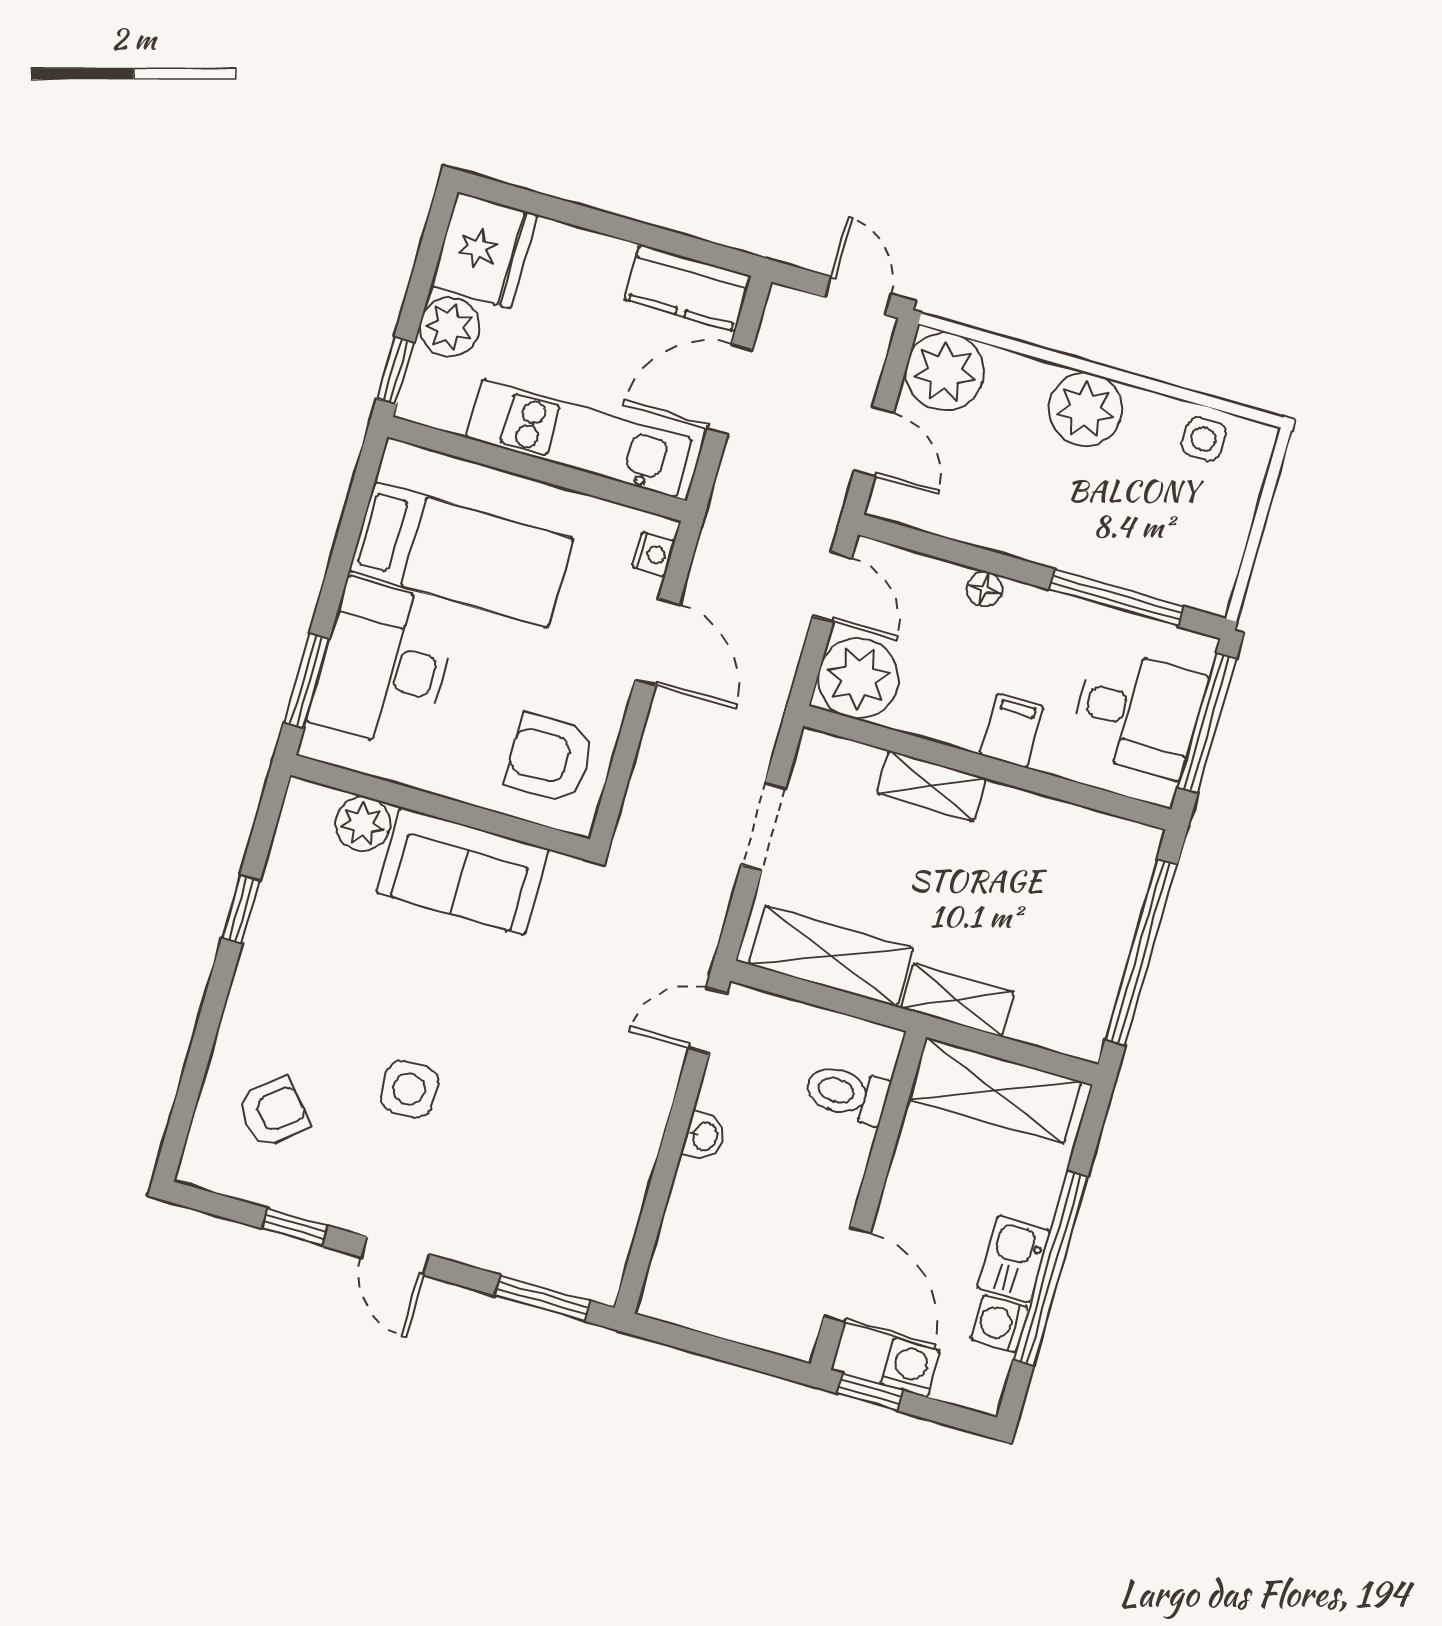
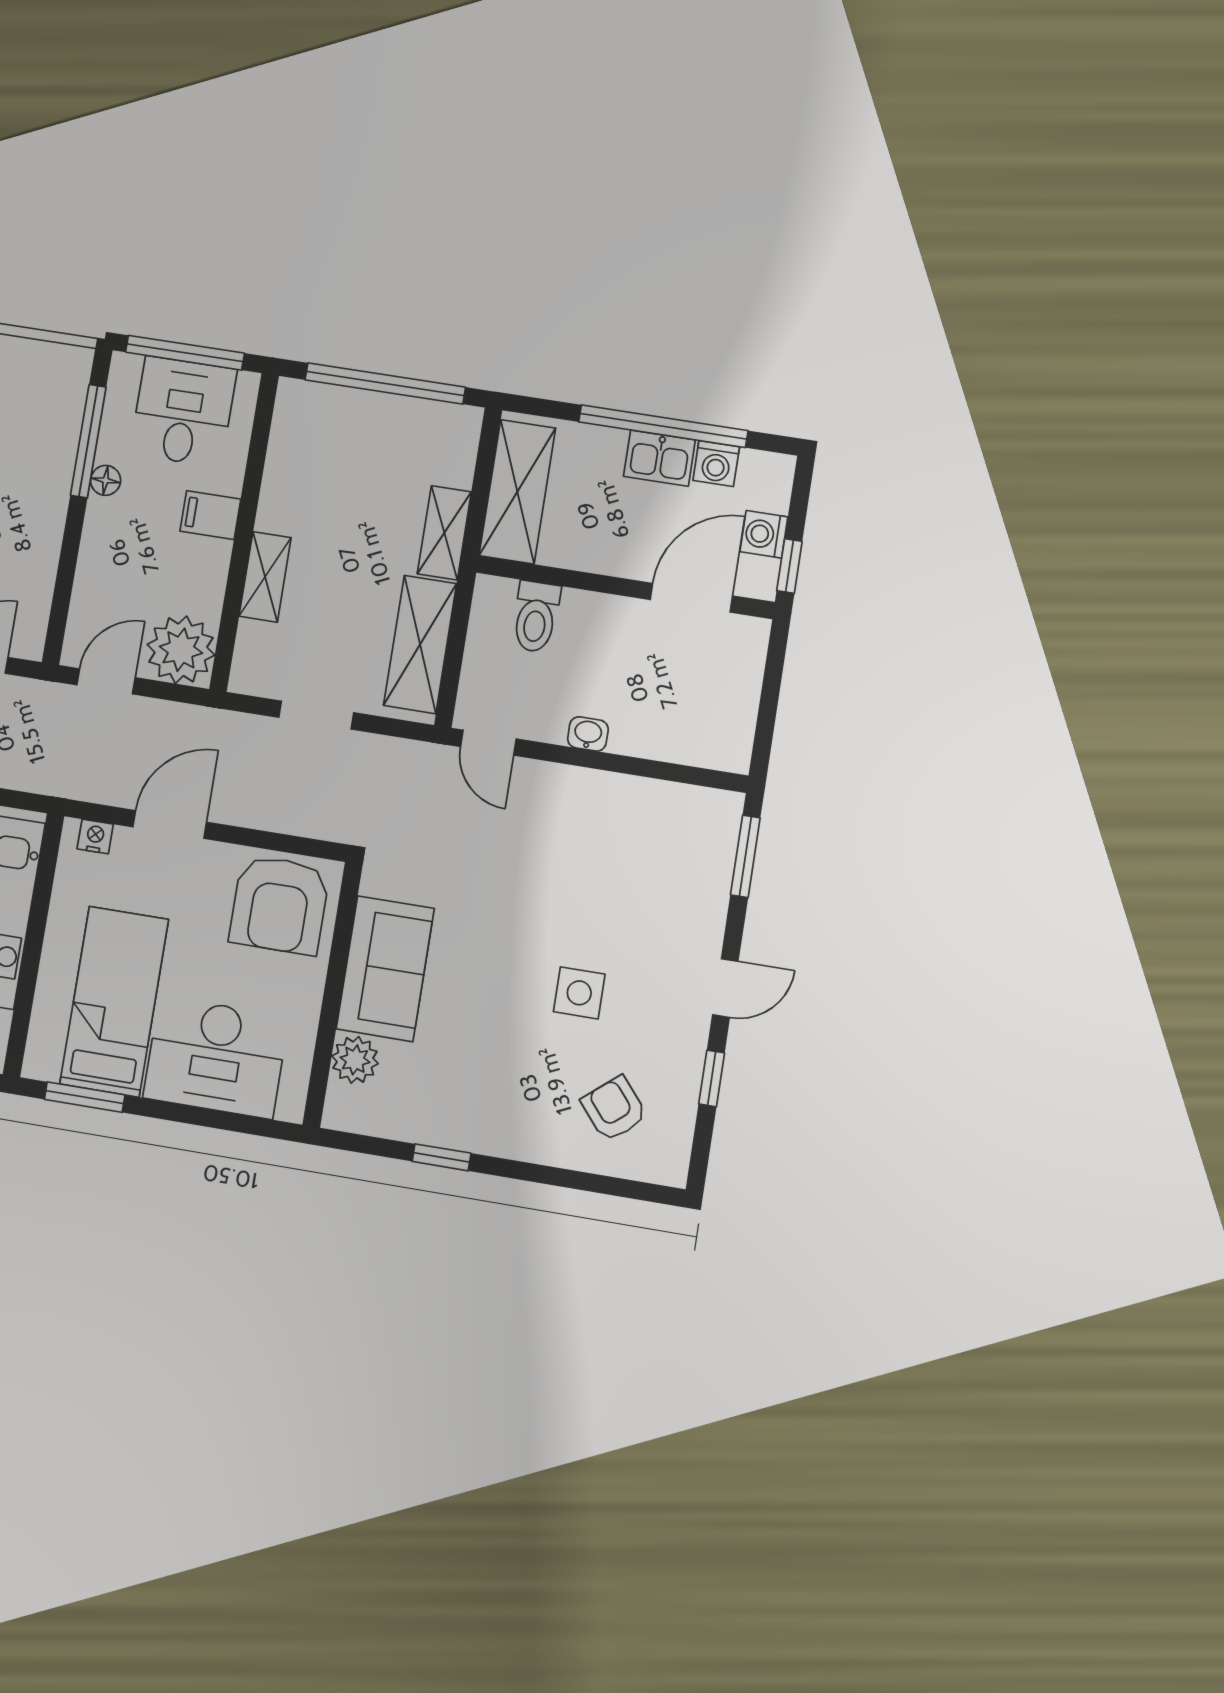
floor lamp: (984, 589) -> (106, 480), moved
window: (307, 681) -> (85, 1097), moved
armchair: (550, 758) -> (279, 905), width x1.36, depth x1.36

